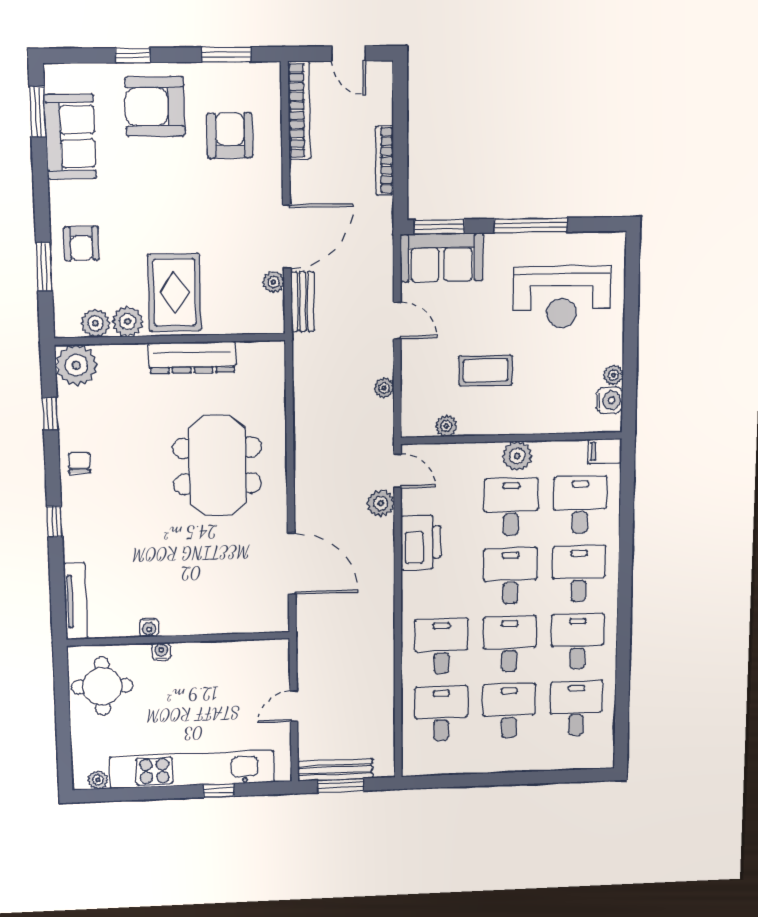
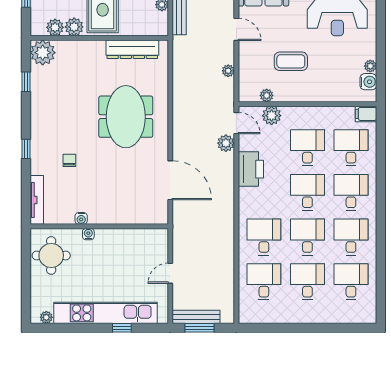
dresser: (192, 357) -> (132, 49), moved
plant: (517, 456) -> (272, 116), moved
chair: (79, 463) -> (69, 160), moved

